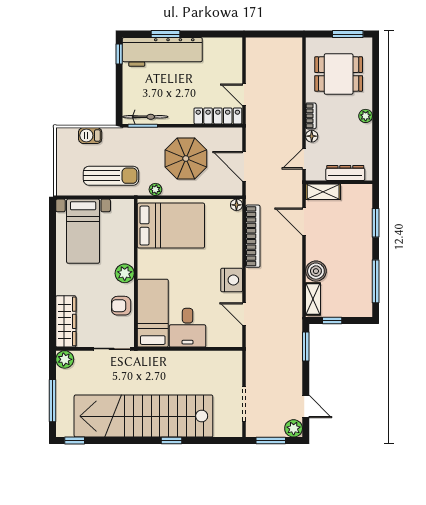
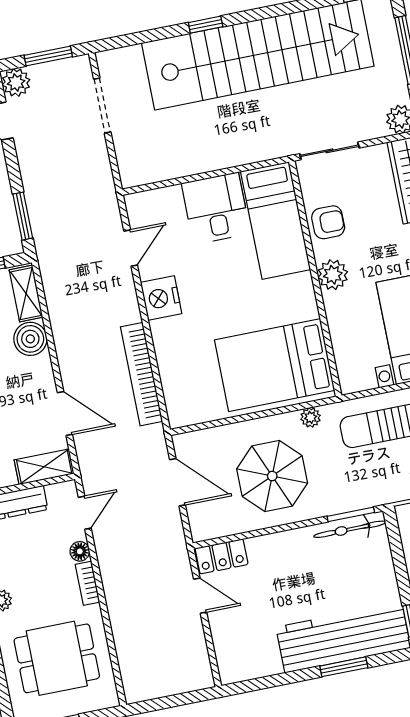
locker: (218, 116) -> (222, 556), width x0.66
floor lamp: (236, 205) -> (177, 419), removed
door: (244, 314) -> (131, 248), hinge flipped

